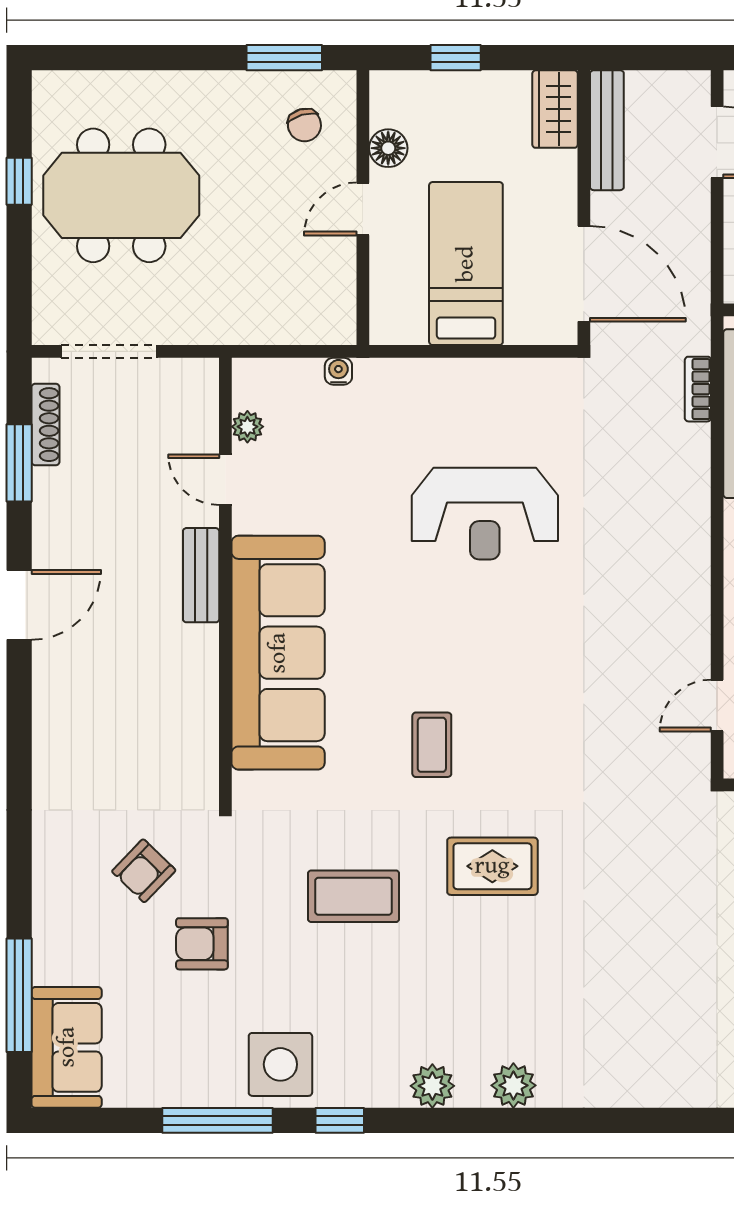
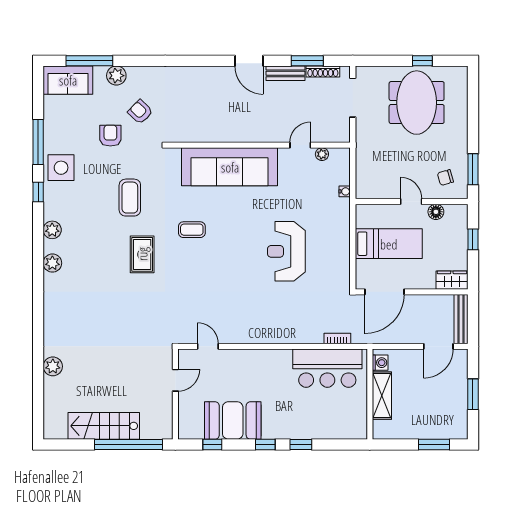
bench: (607, 130) -> (461, 319), moved, turned 90
bench: (201, 575) -> (285, 73), moved
plant: (55, 929) -> (116, 76), added

